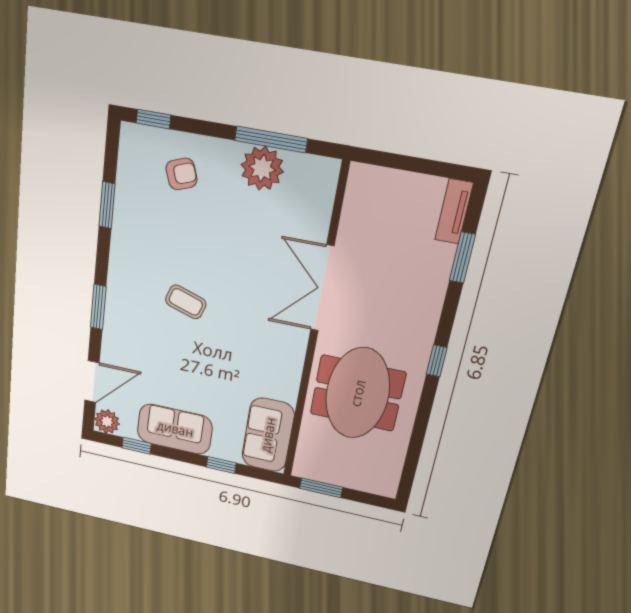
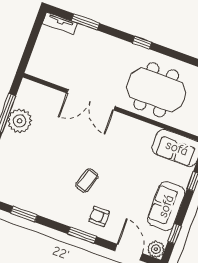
armchair: (181, 174) -> (99, 216), moved, turned -70

